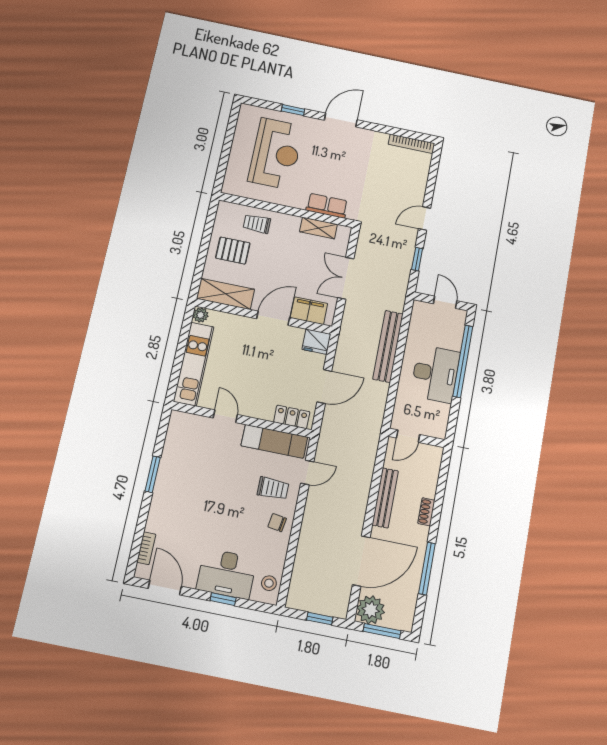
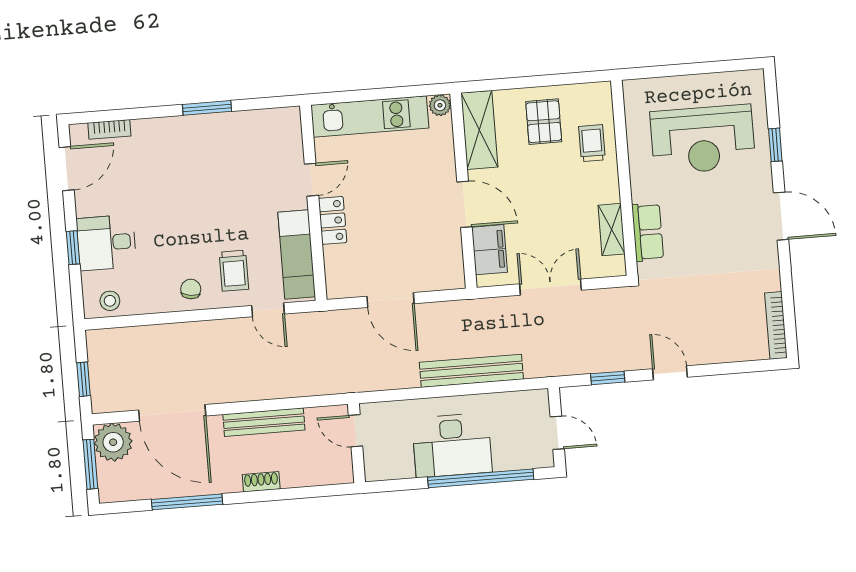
door: (445, 302) -> (557, 433), hinge flipped
fridge: (316, 342) -> (449, 272), removed
locker: (292, 417) -> (333, 220), moved
desk: (227, 574) -> (106, 243), width x0.73

